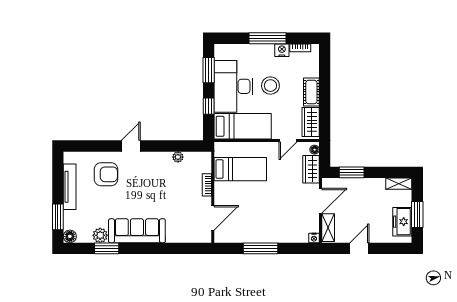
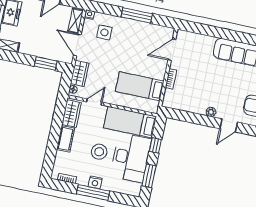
nightstand: (282, 50) -> (95, 182), moved
plant: (178, 157) -> (211, 112), moved
door: (320, 201) -> (77, 45), hinge flipped
side table: (293, 221) -> (104, 32), added

